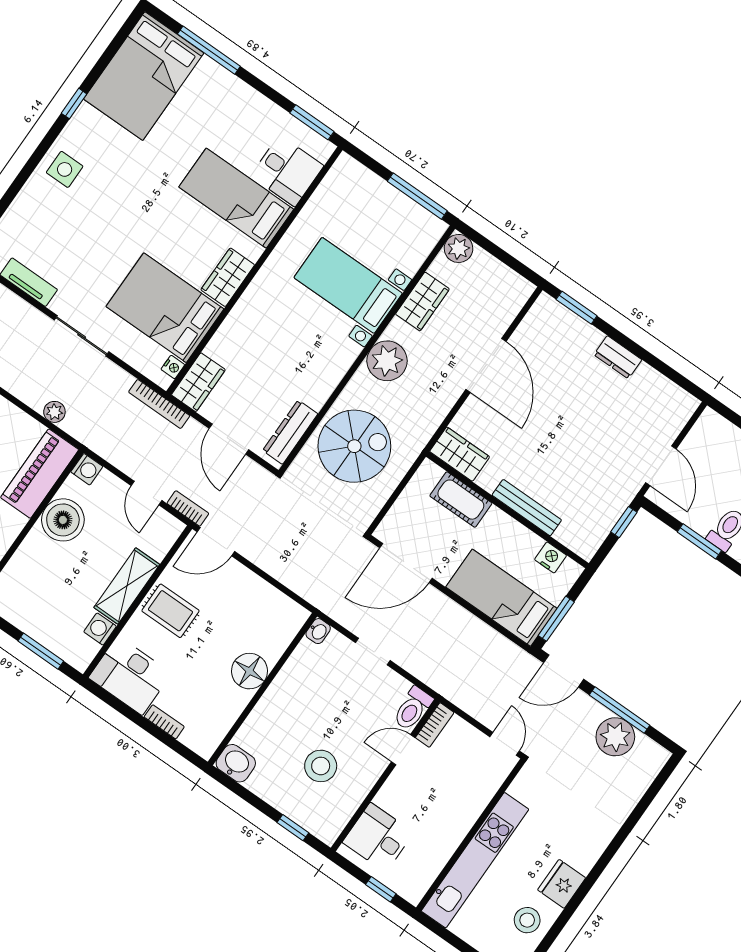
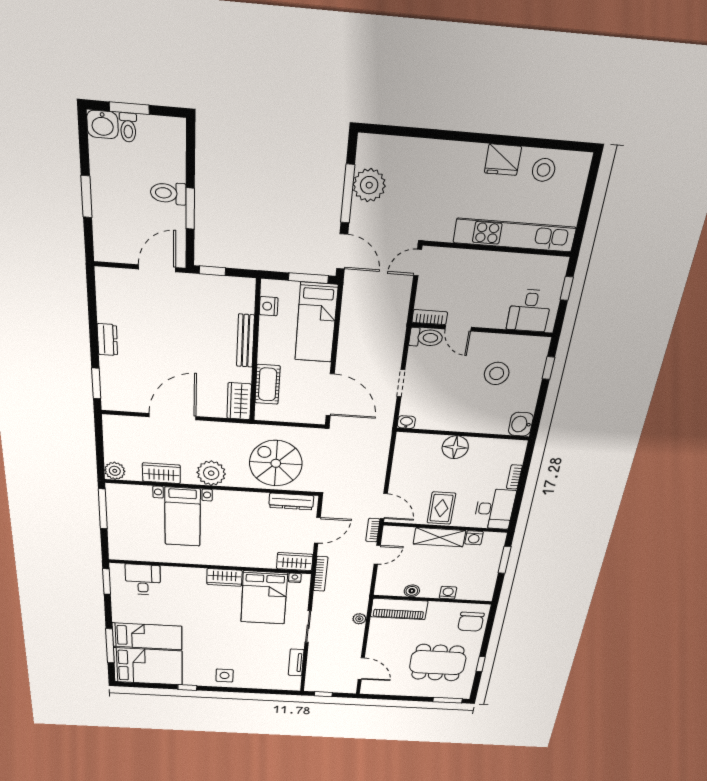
bed: (236, 198) -> (147, 636), moved, turned -90
washing machine: (87, 469) -> (448, 593), moved
boiler: (63, 520) -> (412, 591), width x0.54, depth x0.54

